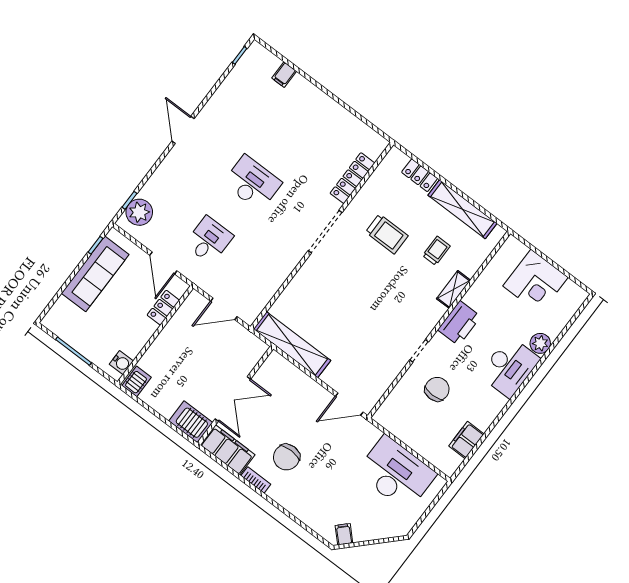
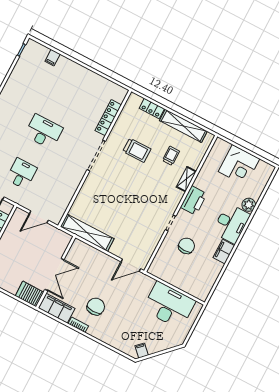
filing cabinet: (466, 440) -> (224, 252), moved
chair: (287, 457) -> (96, 307), turned 180

